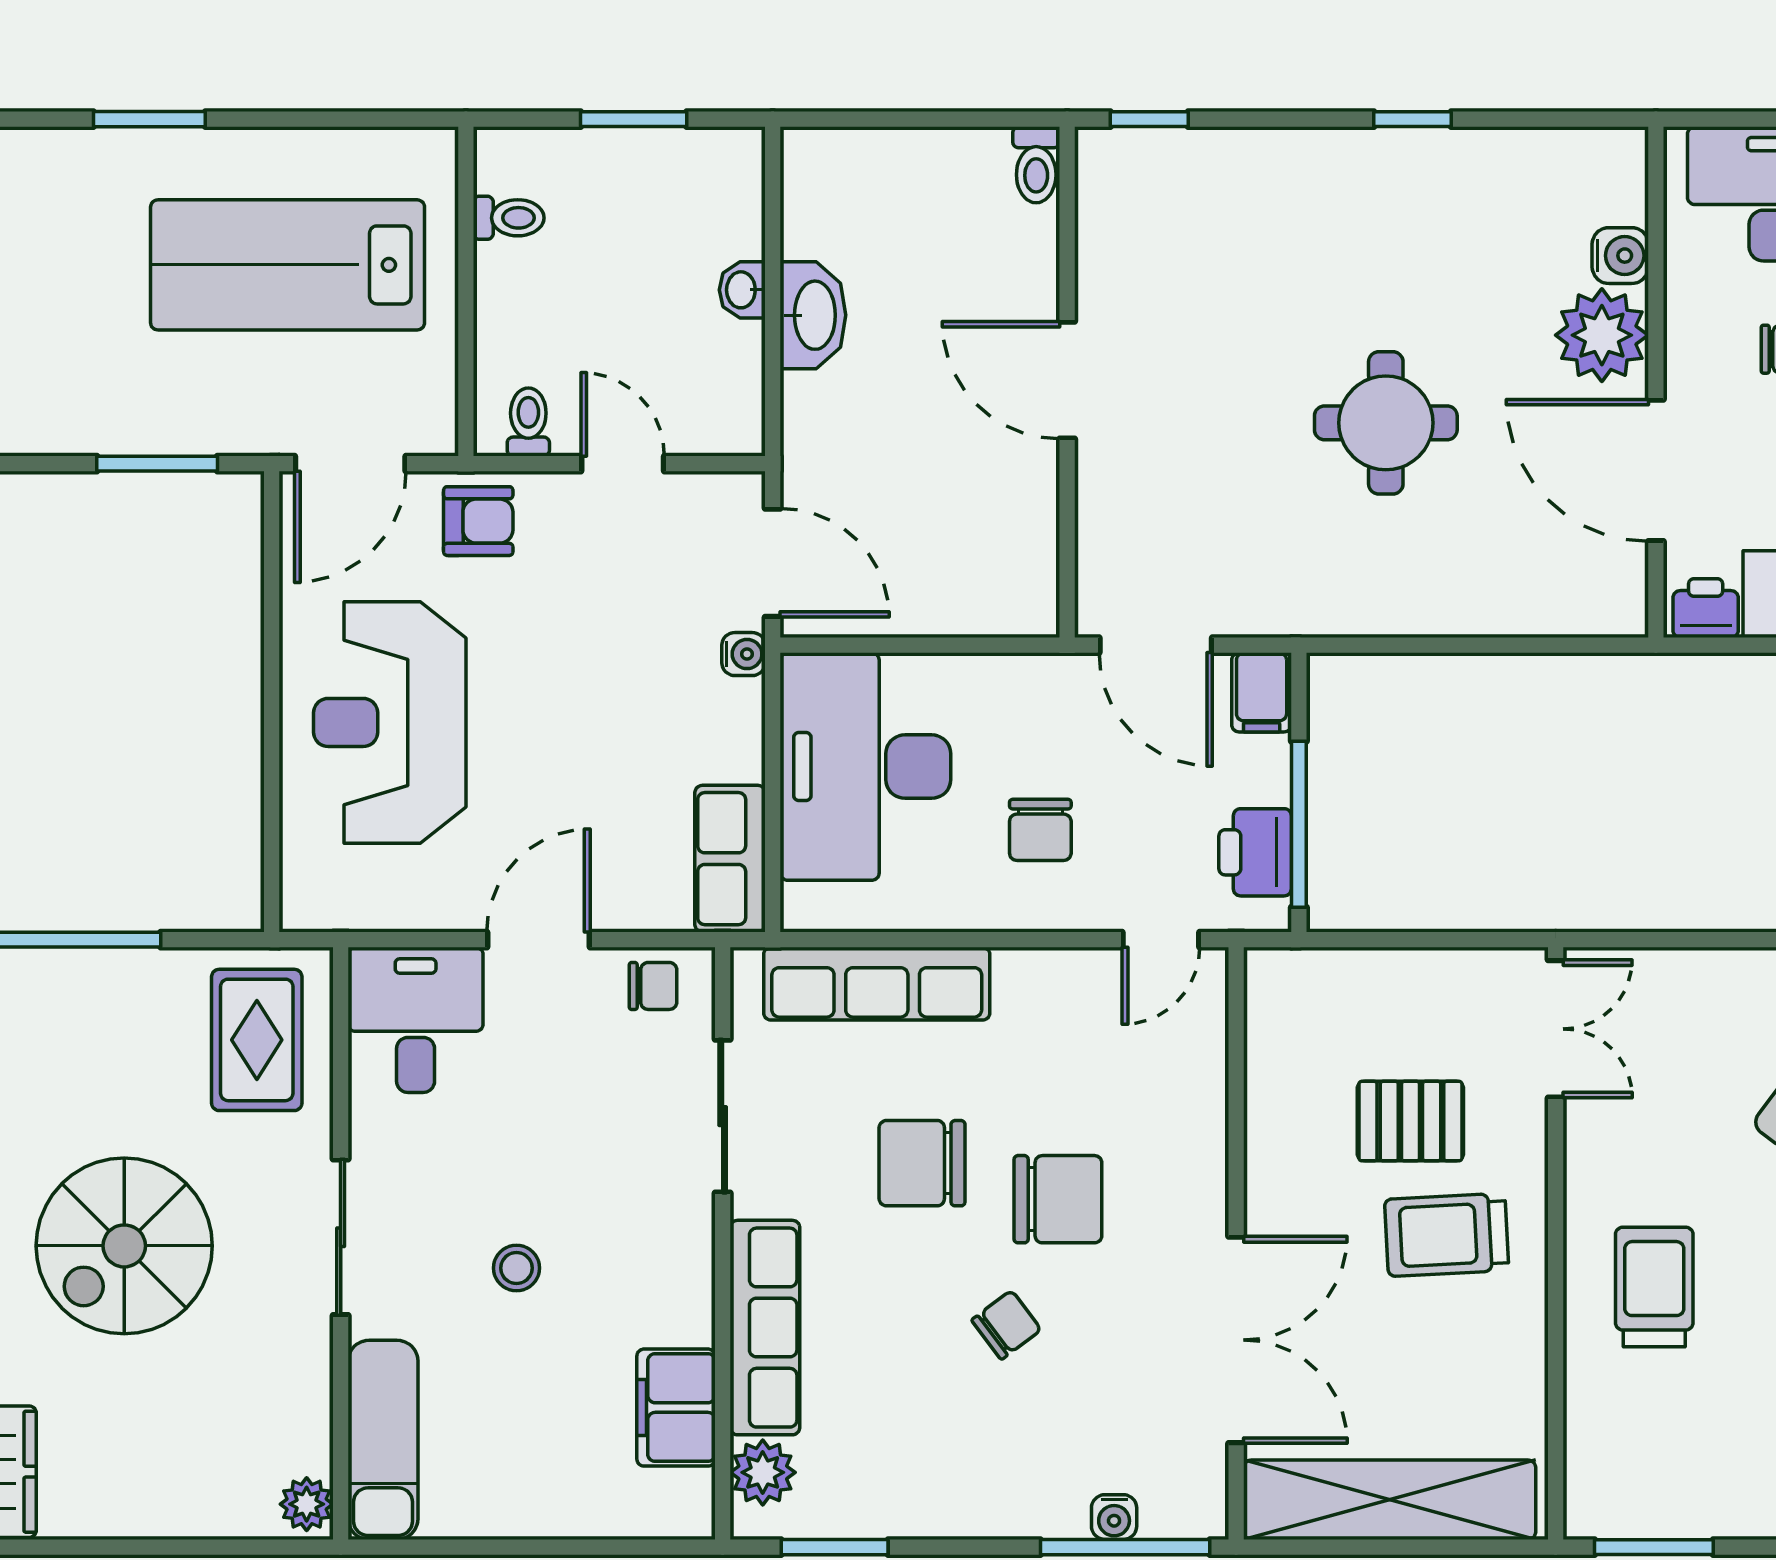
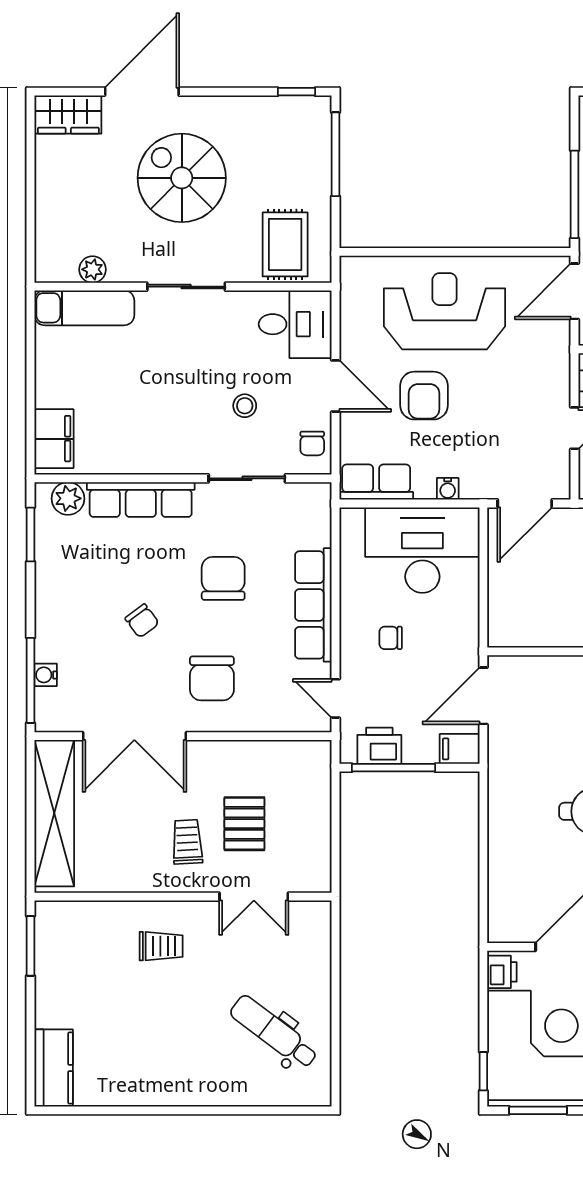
window: (157, 464) -> (574, 194), width x1.44
door: (350, 464) -> (574, 291), hinge flipped
armchair: (478, 521) -> (424, 396), moved, width x1.38, depth x1.38
water cooler: (744, 654) -> (448, 489), moved
chair: (1040, 830) -> (391, 638), width x0.73, depth x0.73
row of seats: (877, 984) -> (313, 605), moved
double door: (1556, 1029) -> (254, 897), moved
rug: (257, 1040) -> (285, 244), turned 90
chair: (1058, 1199) -> (212, 678), moved
trolley: (1447, 1235) -> (187, 842), width x0.73, depth x0.72
stool: (516, 1268) -> (245, 406), moved
trolley: (1654, 1287) -> (161, 946), width x0.73, depth x0.72
filing cabinet: (676, 1408) -> (54, 439), moved, turned 90
plant: (307, 1504) -> (93, 269), moved

